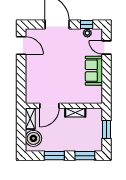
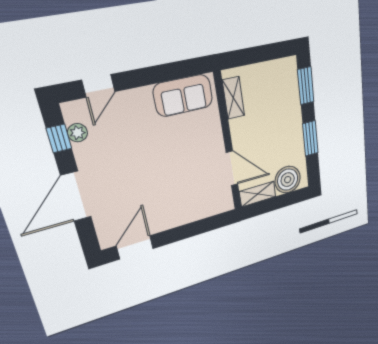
sofa: (94, 71) -> (183, 96), moved
shelving: (75, 112) -> (233, 98), moved
window: (106, 130) -> (258, 54), removed

